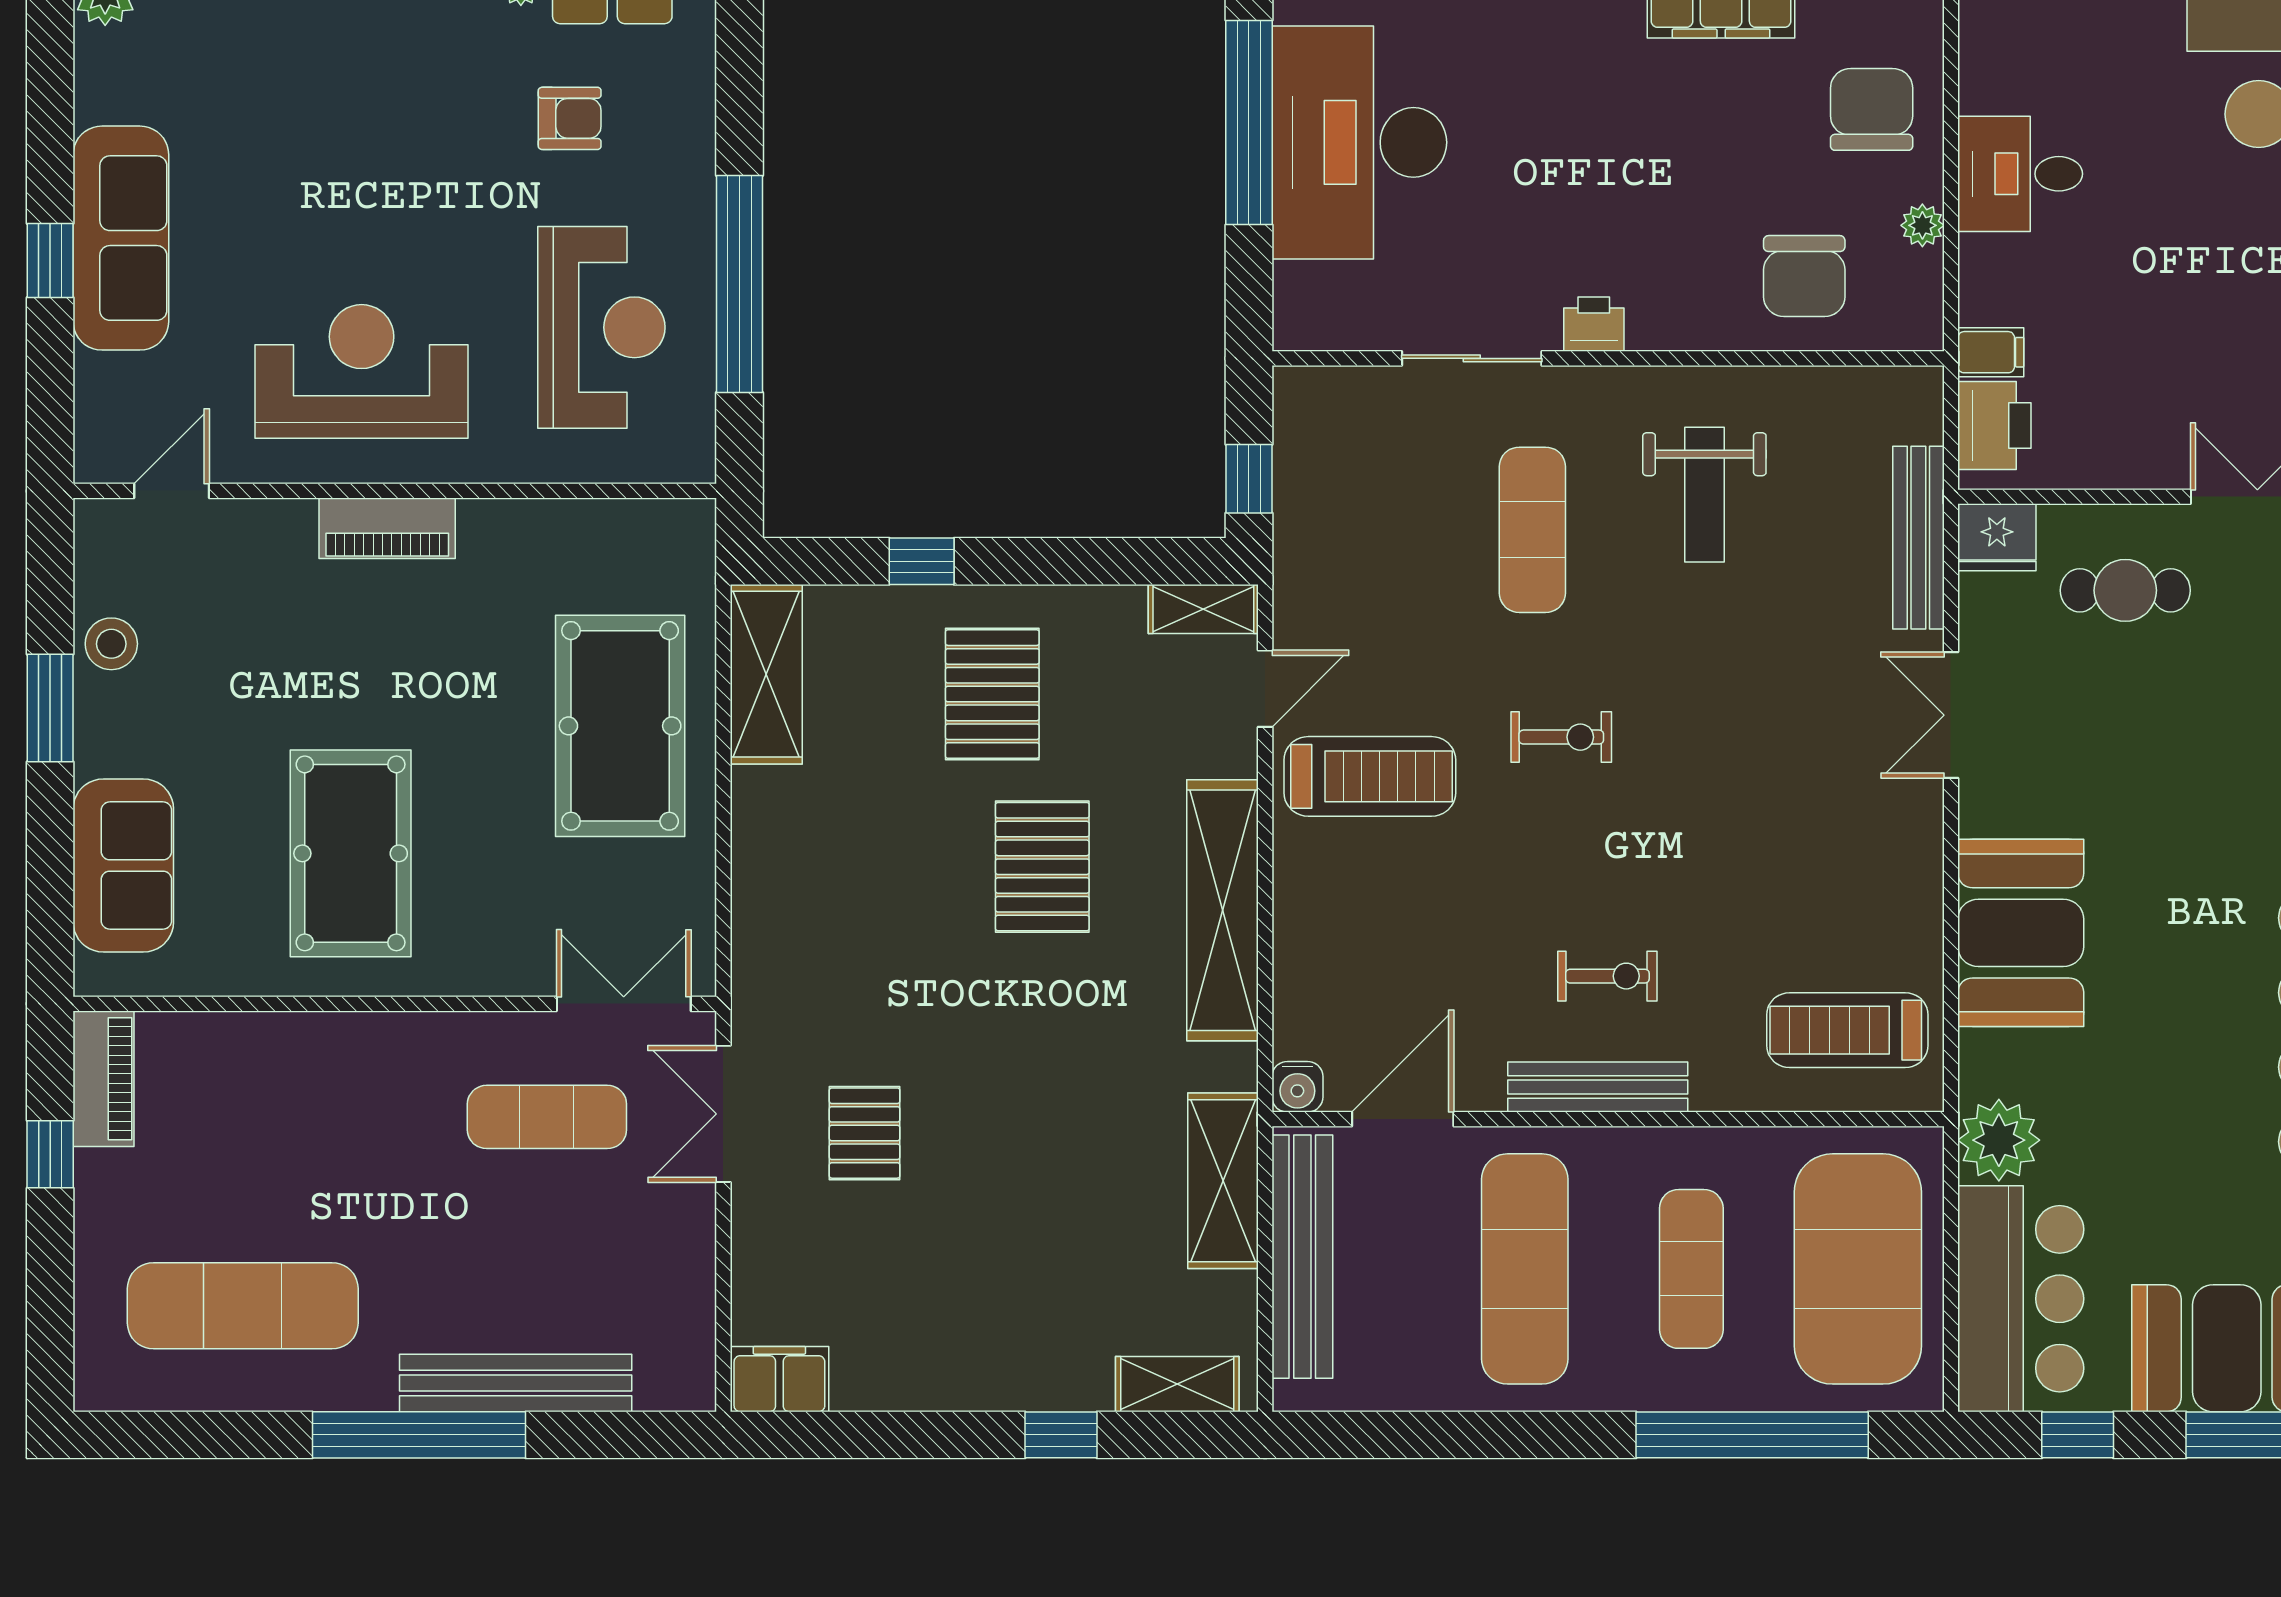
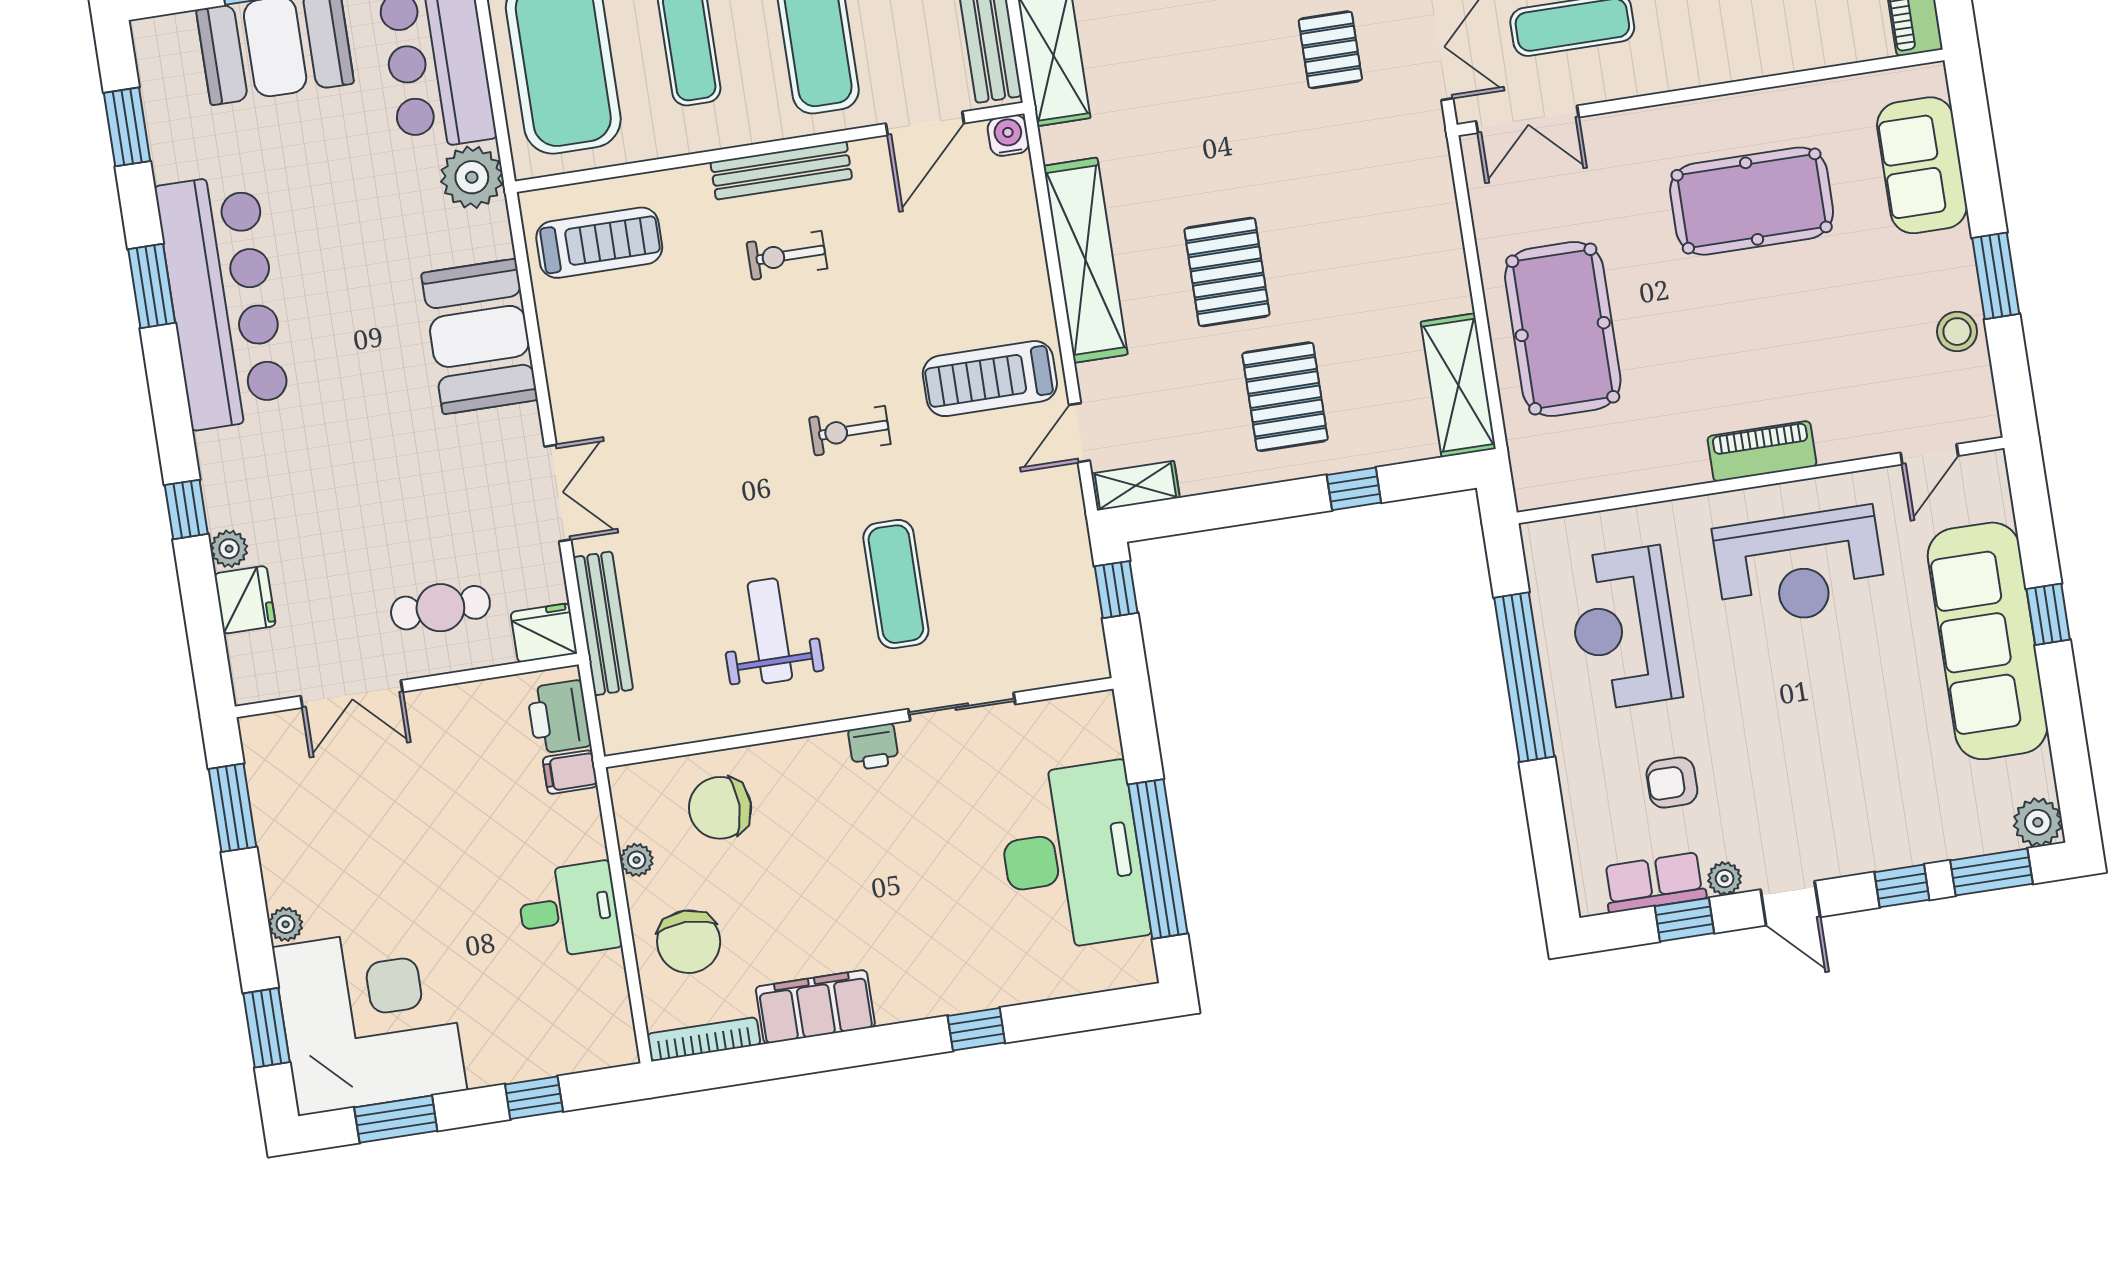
sofa: (121, 238) -> (1988, 641), width x1.36, depth x1.27
chair: (1804, 276) -> (720, 808), turned -90
pool table: (351, 853) -> (1752, 201), turned 90

